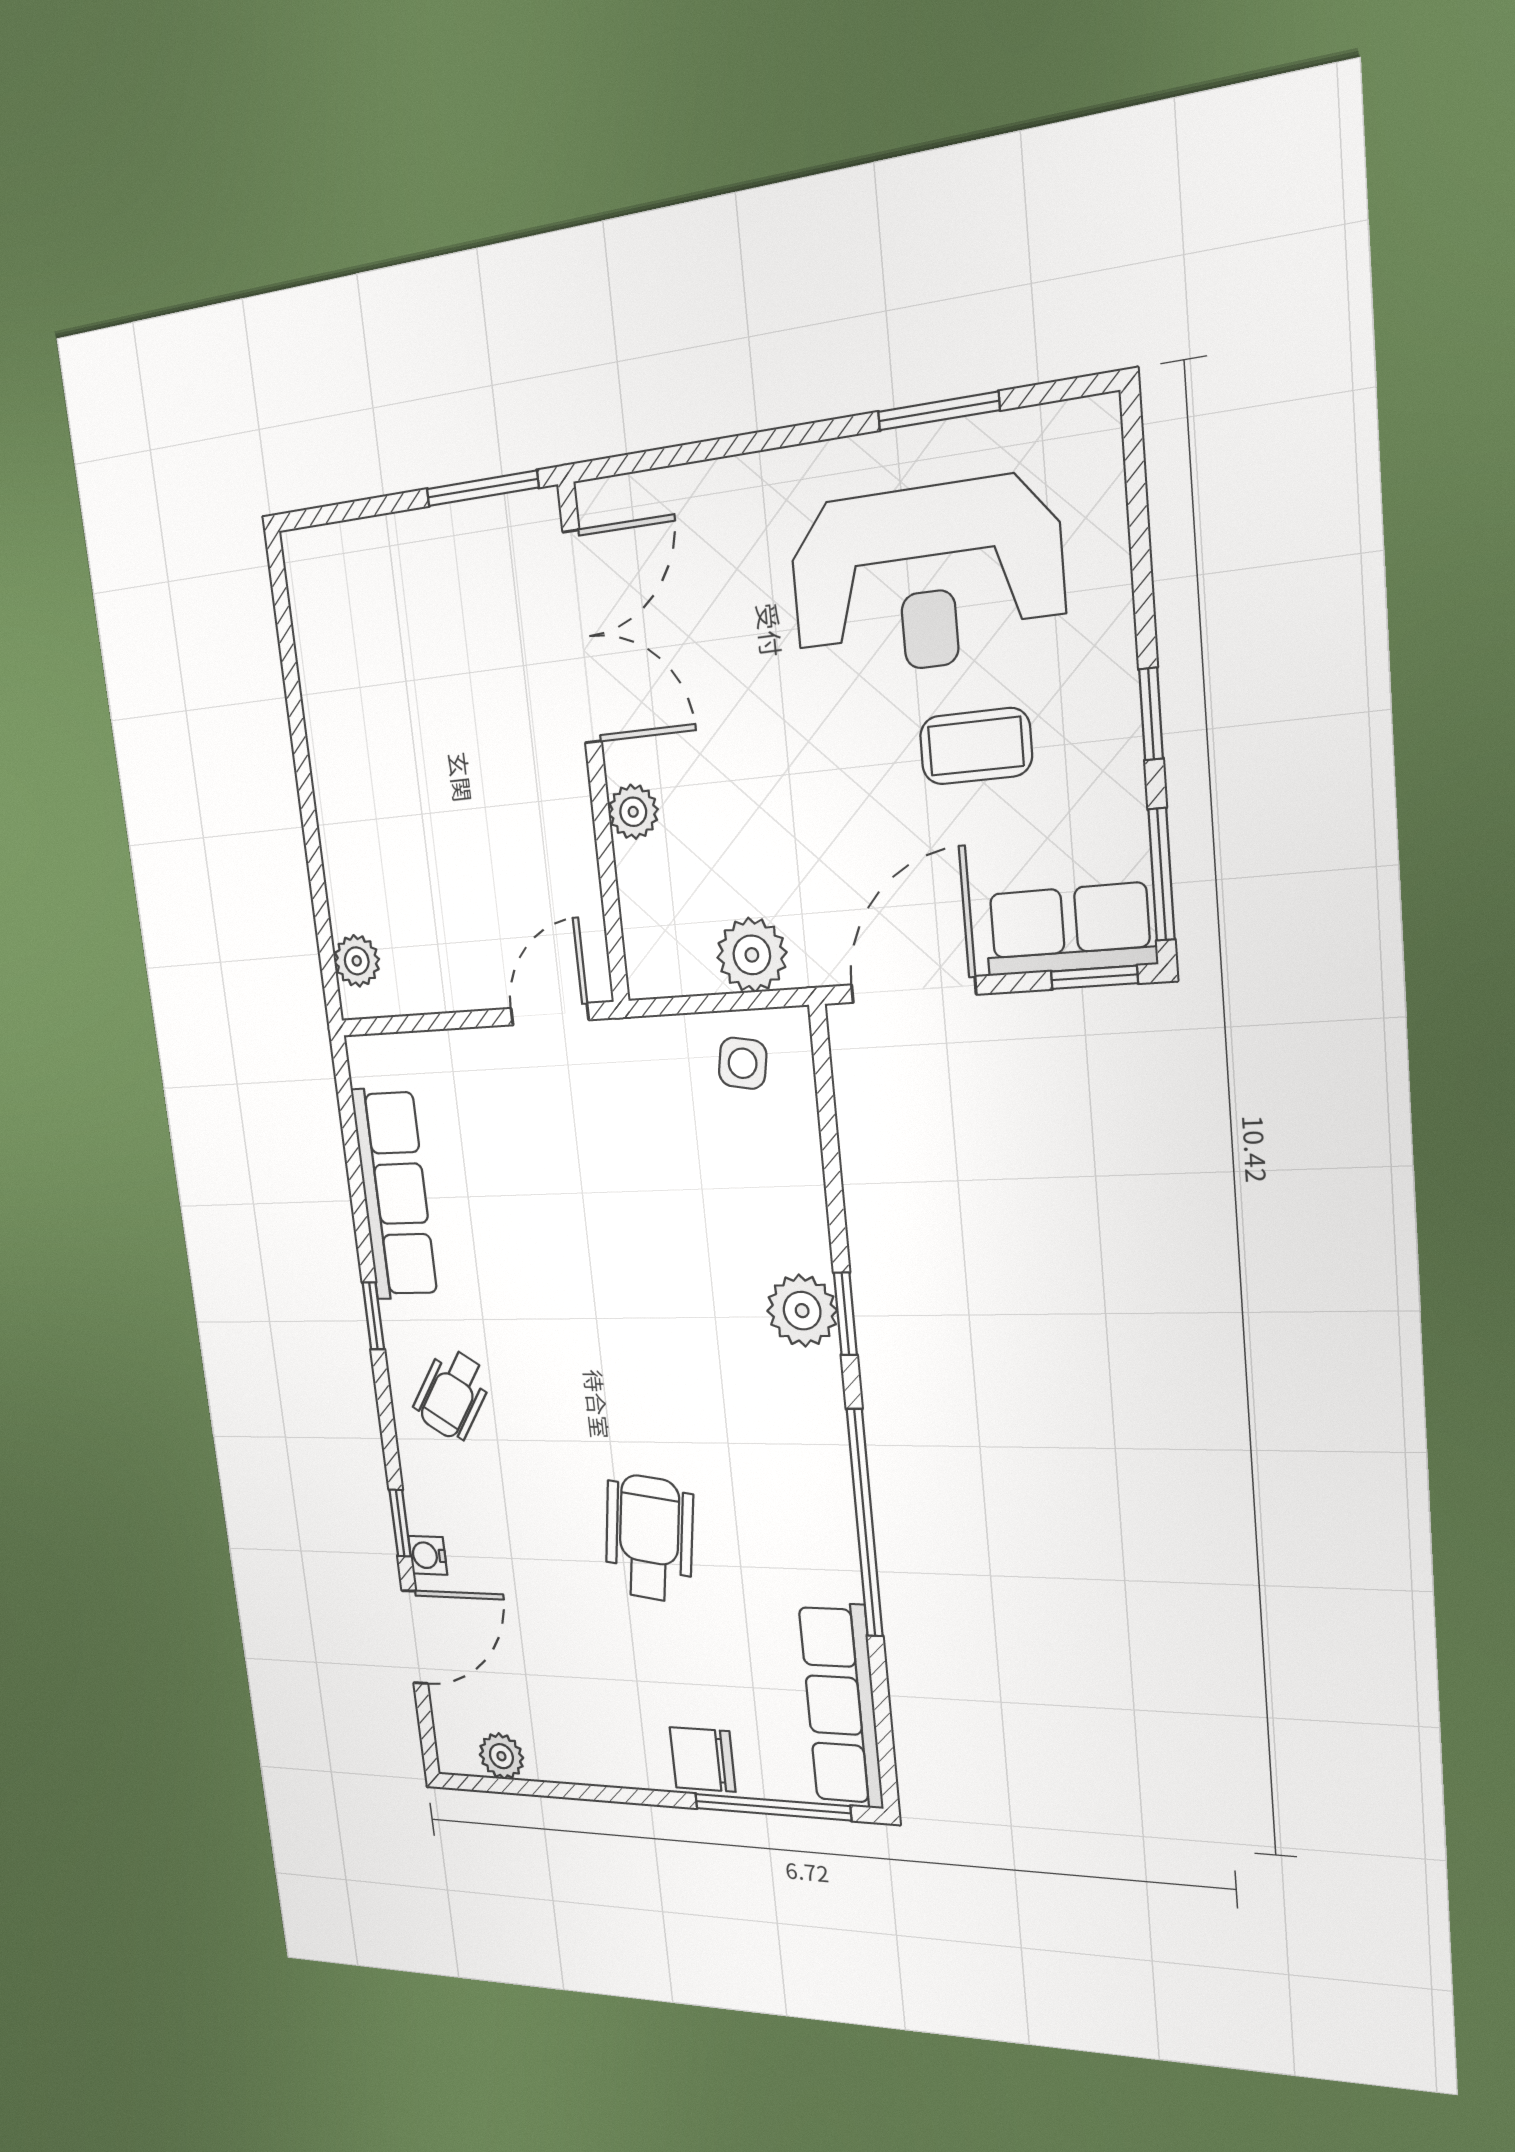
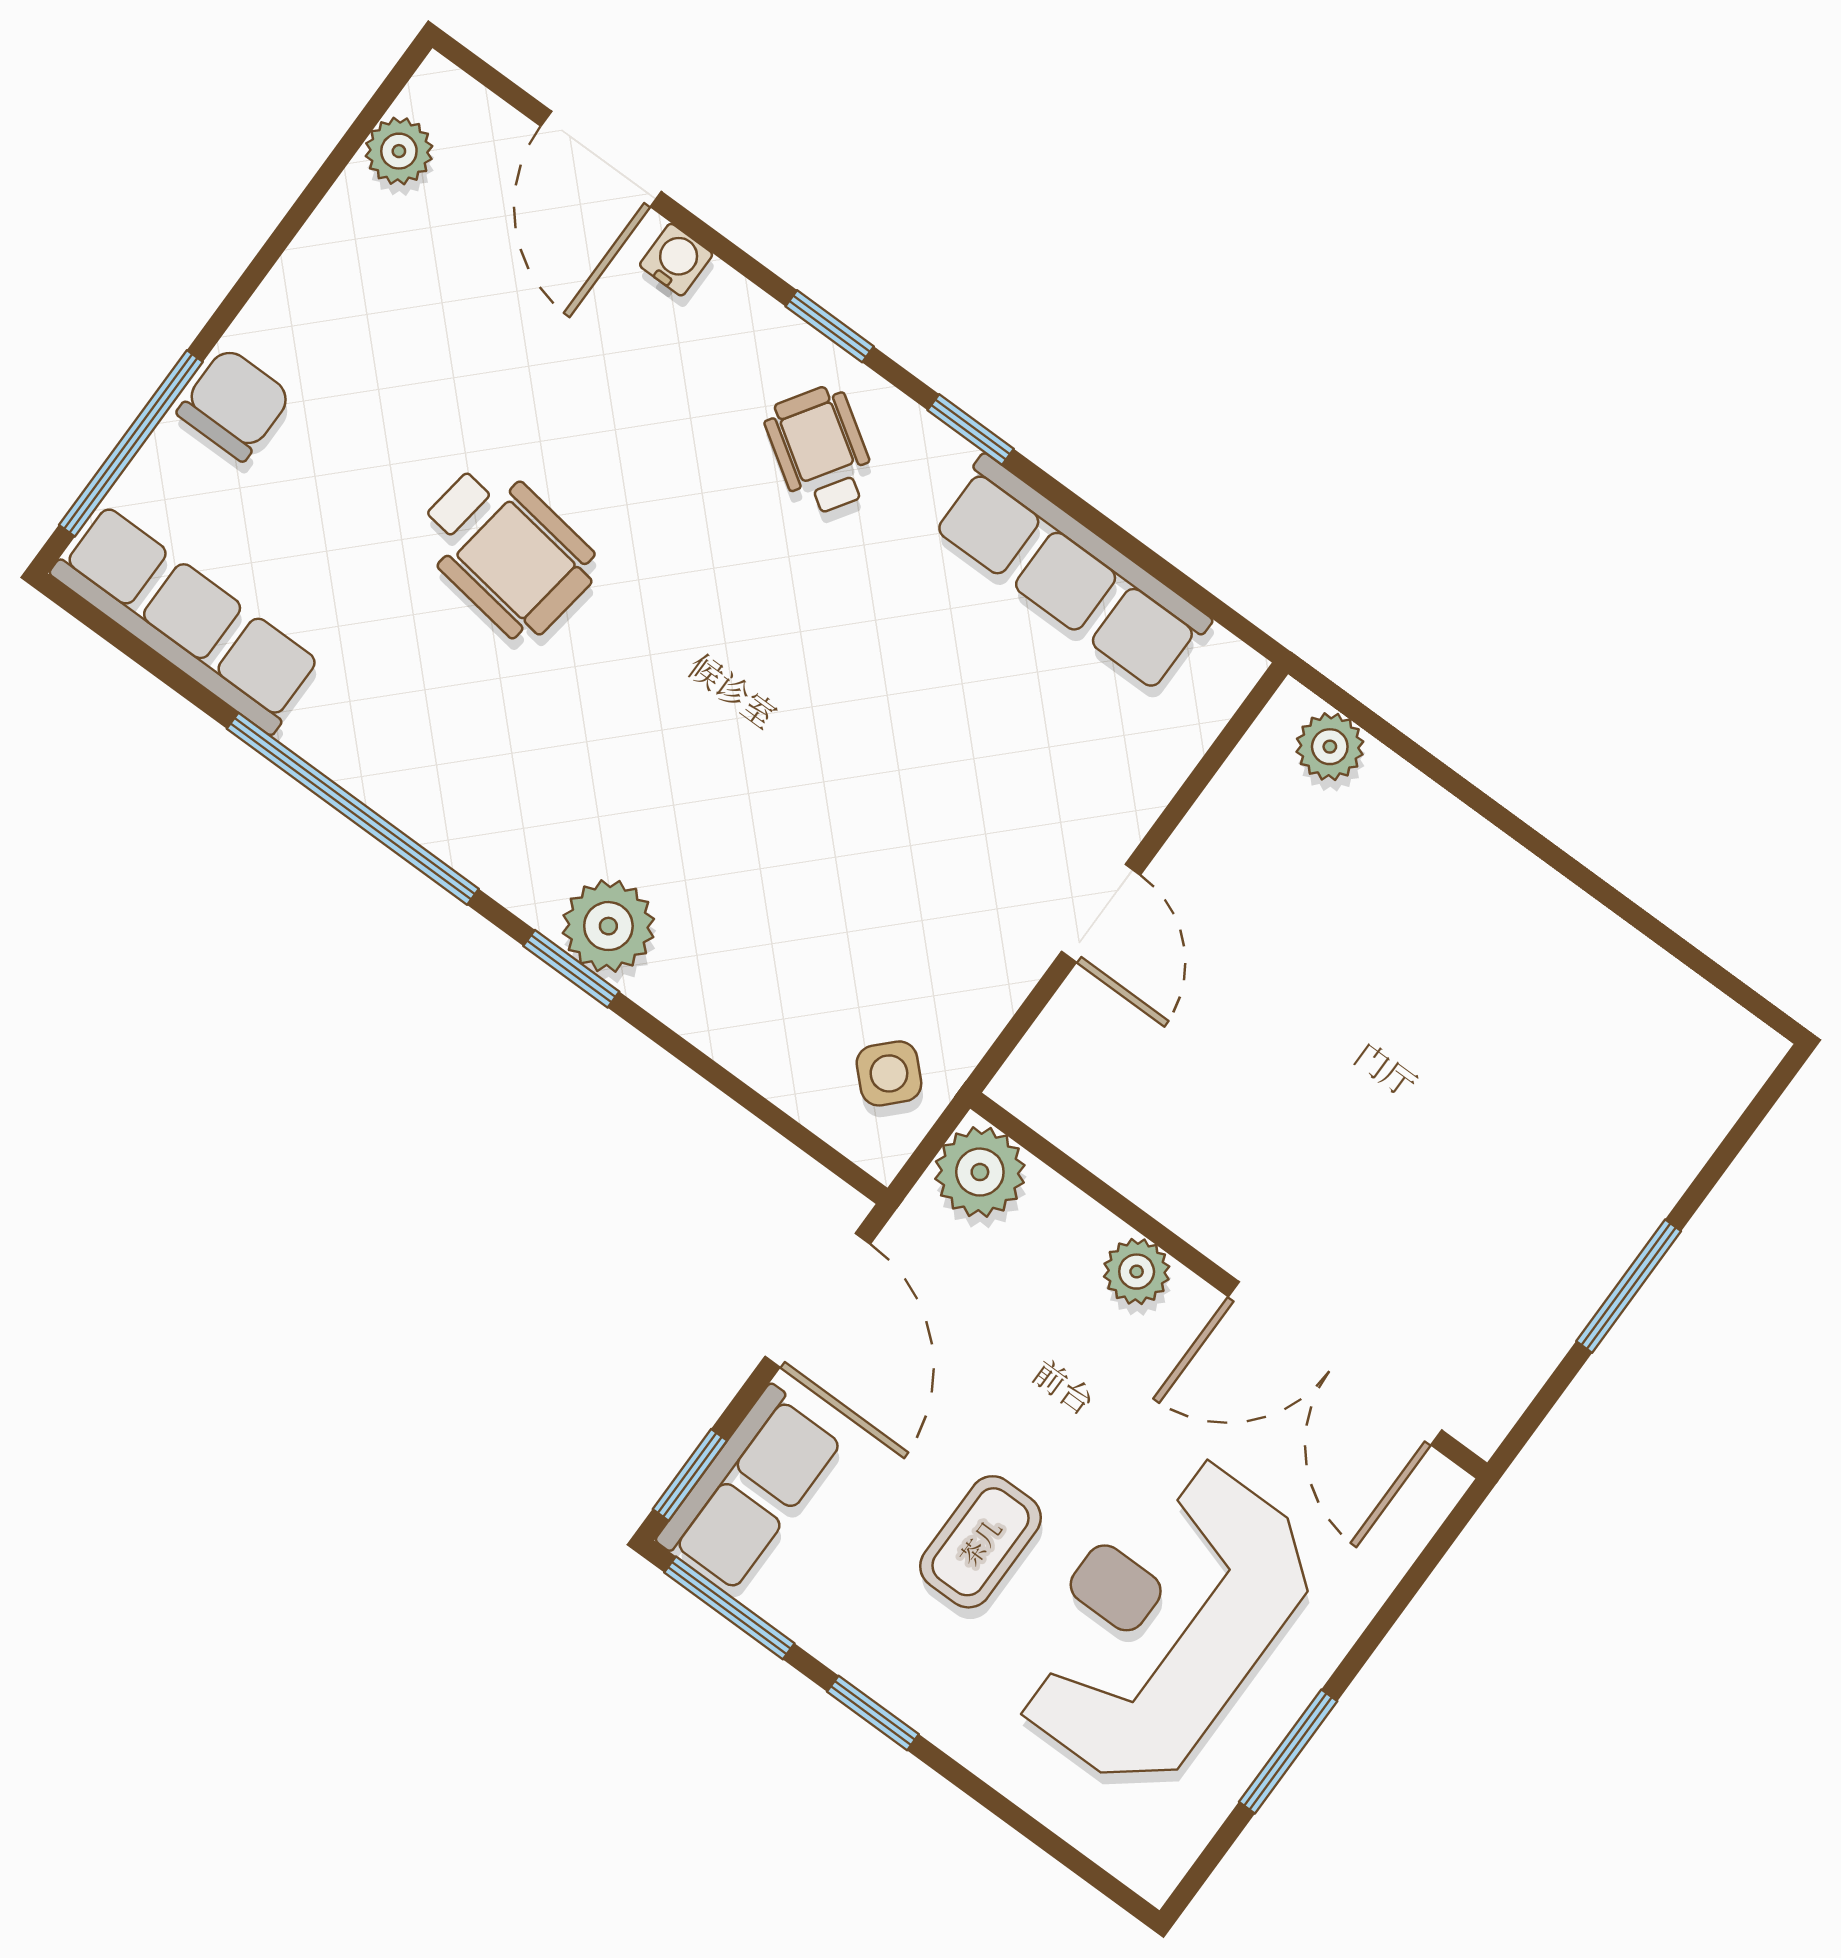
double door: (582, 637) -> (1335, 1363), moved
wall: (594, 747) -> (1229, 1286), moved
plant: (633, 812) -> (1137, 1272), moved
side table: (743, 1063) -> (889, 1073), turned 34
window: (400, 1523) -> (830, 326), moved

